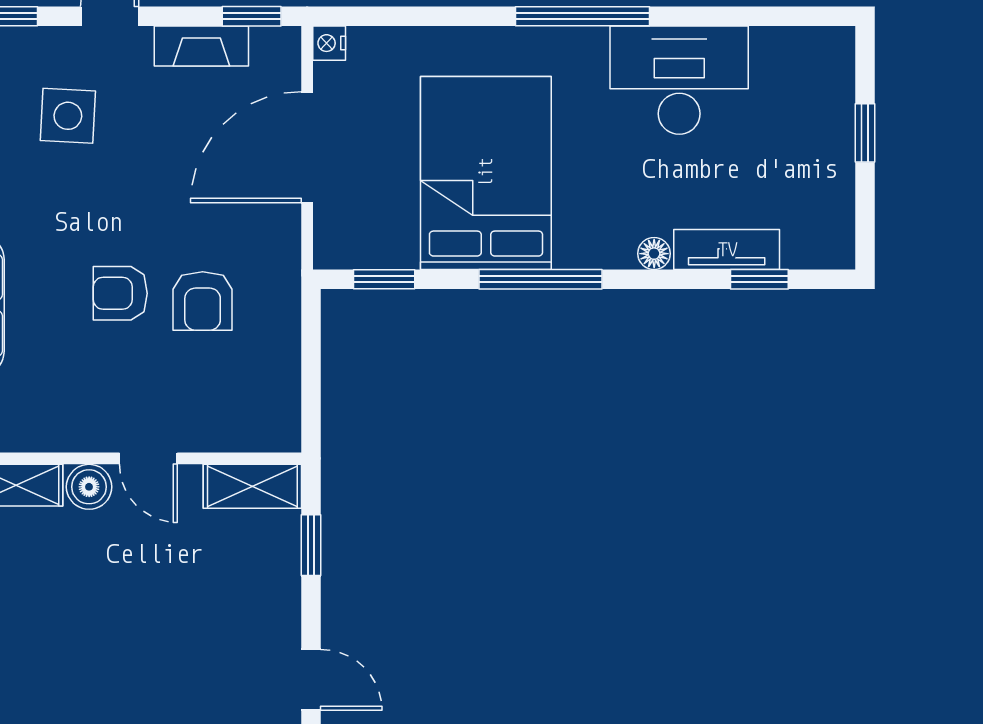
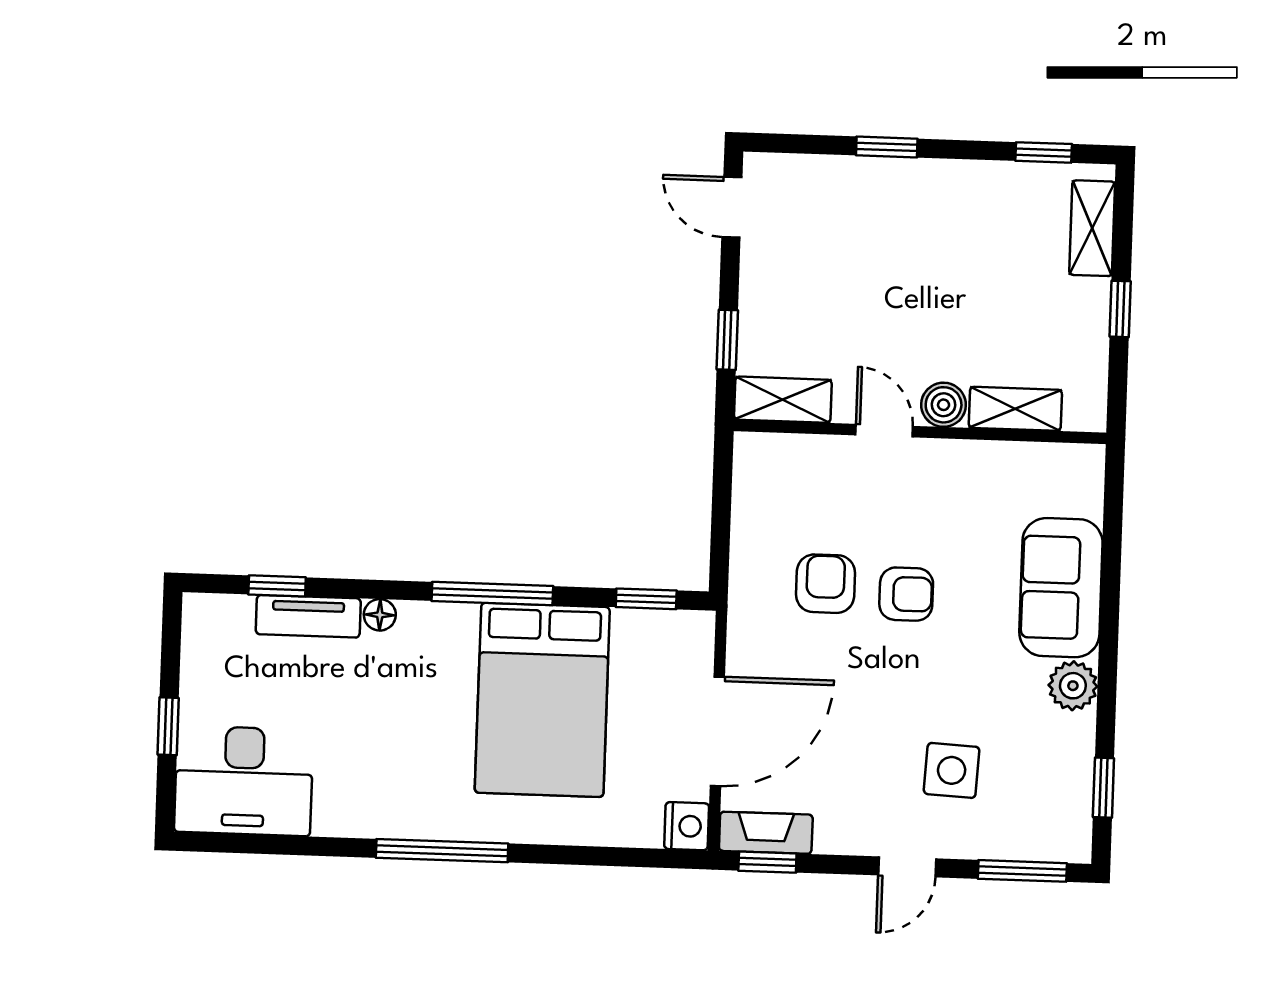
nightstand: (329, 43) -> (687, 826), width x1.39, depth x1.35
fireplace: (201, 46) -> (766, 833), moved
desk: (679, 80) -> (244, 781), moved

